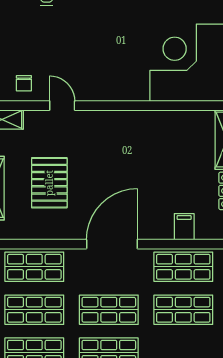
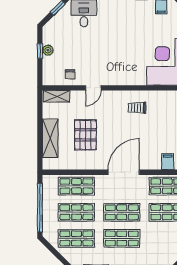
door: (62, 106) -> (93, 88), swing flipped
trolley: (134, 138) -> (137, 108), added

